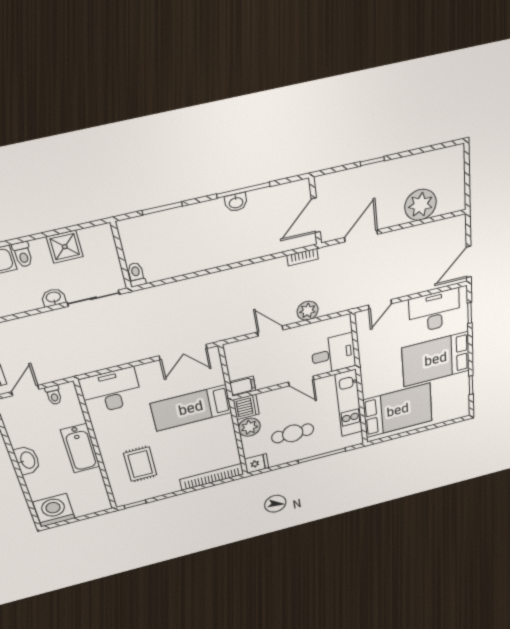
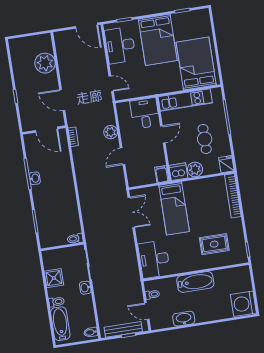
washbasin: (27, 460) -> (184, 319), moved

